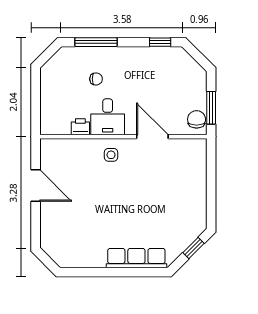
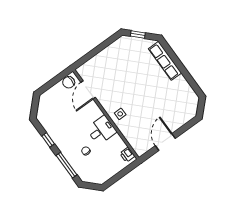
window: (160, 42) -> (48, 140), moved
window: (211, 108) -> (57, 79), removed
printer: (80, 127) -> (127, 155), moved
door: (152, 137) -> (88, 90), moved

